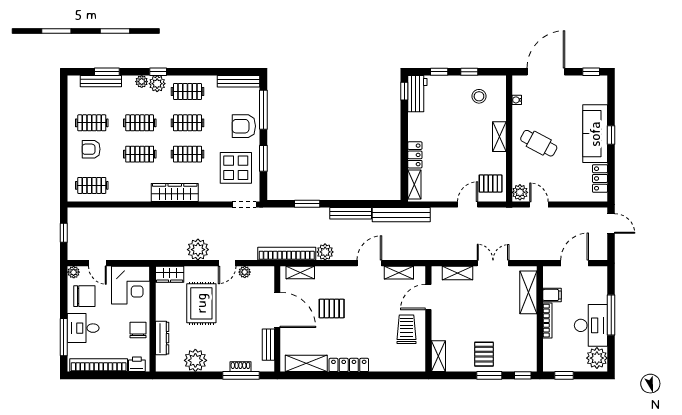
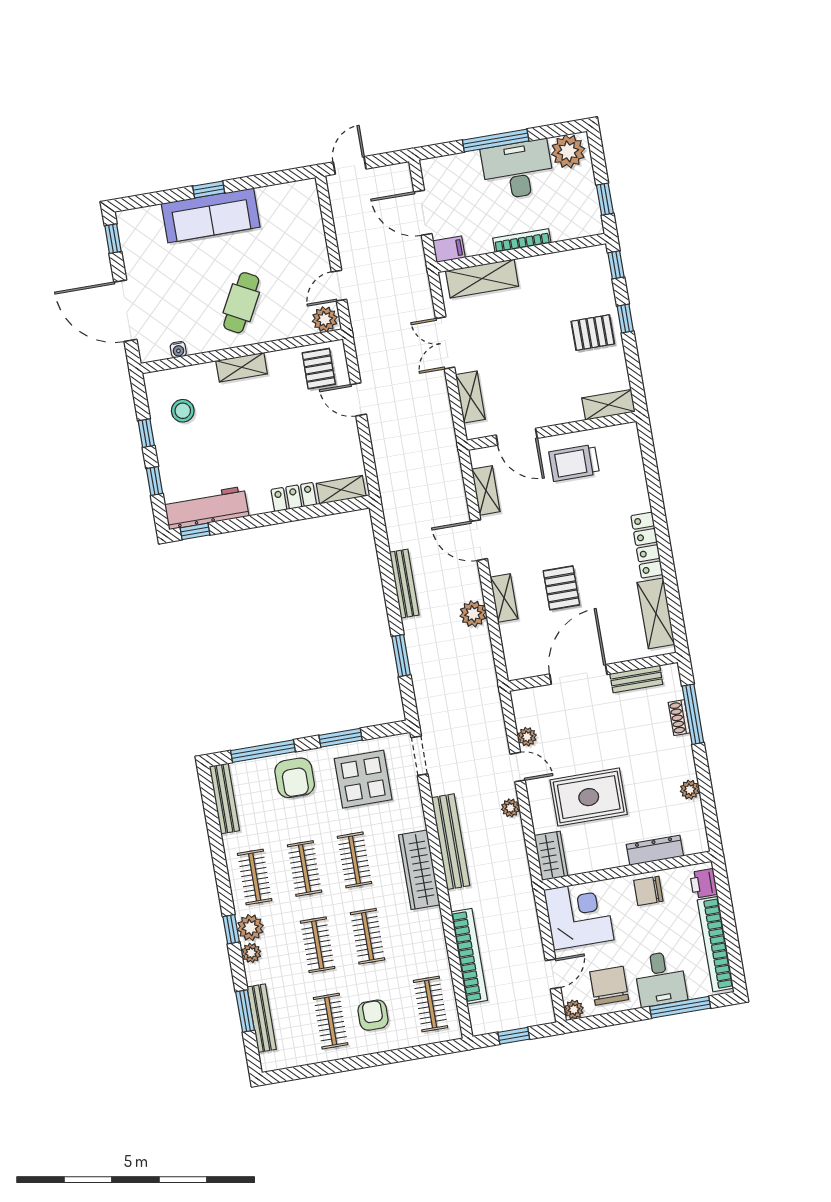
workbench: (417, 94) -> (206, 508), width x1.37
armchair: (91, 149) -> (373, 1015), turned 180
locker: (600, 178) -> (281, 195), removed
bench: (401, 215) -> (451, 842), moved
plant: (198, 250) -> (510, 808), width x0.53, depth x0.53
bookcase: (287, 254) -> (469, 956), moved, turned 180
shelving: (300, 272) -> (504, 598), moved
filing cabinet: (552, 295) -> (449, 249), moved, turned 90
plant: (195, 360) -> (690, 790), width x0.53, depth x0.53
window: (489, 375) -> (625, 318), width x0.67

